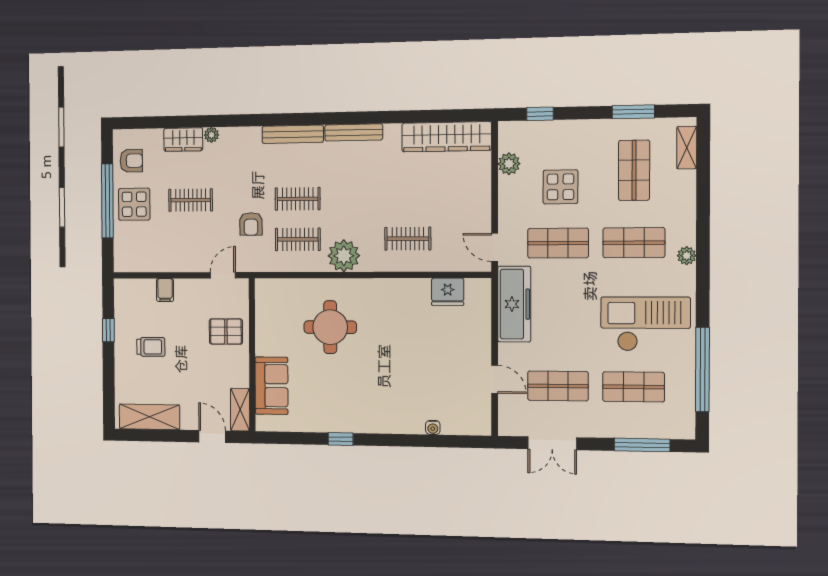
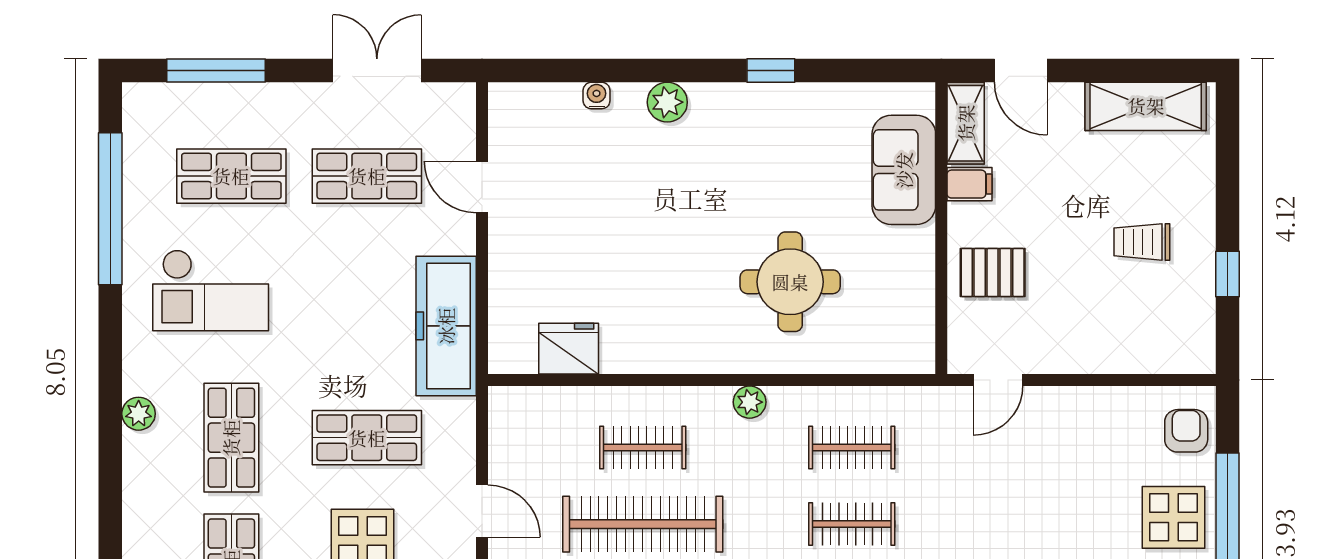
clothes rail: (191, 200) -> (643, 524), moved, width x1.86, depth x1.31
armchair: (251, 224) -> (1186, 431), moved
shop shelf: (634, 243) -> (231, 438), turned 90
door: (495, 247) -> (482, 511), moved
plant: (344, 256) -> (750, 402), width x0.53, depth x0.53
filing cabinet: (165, 290) -> (969, 184), moved, turned 90
checkout: (645, 324) -> (211, 290), width x0.73, depth x0.83
plant: (395, 423) -> (667, 102), added

